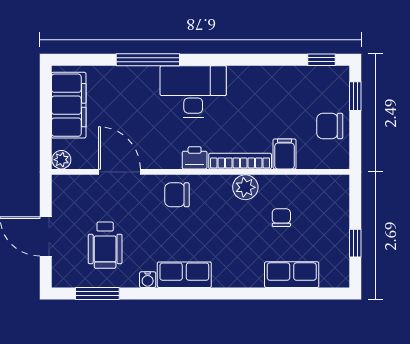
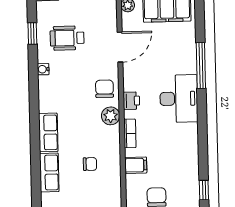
bookcase: (240, 161) -> (130, 133), width x0.64
plant: (245, 187) -> (111, 116), moved
row of seats: (184, 275) -> (48, 132), moved
window: (97, 293) -> (32, 33), width x0.67

